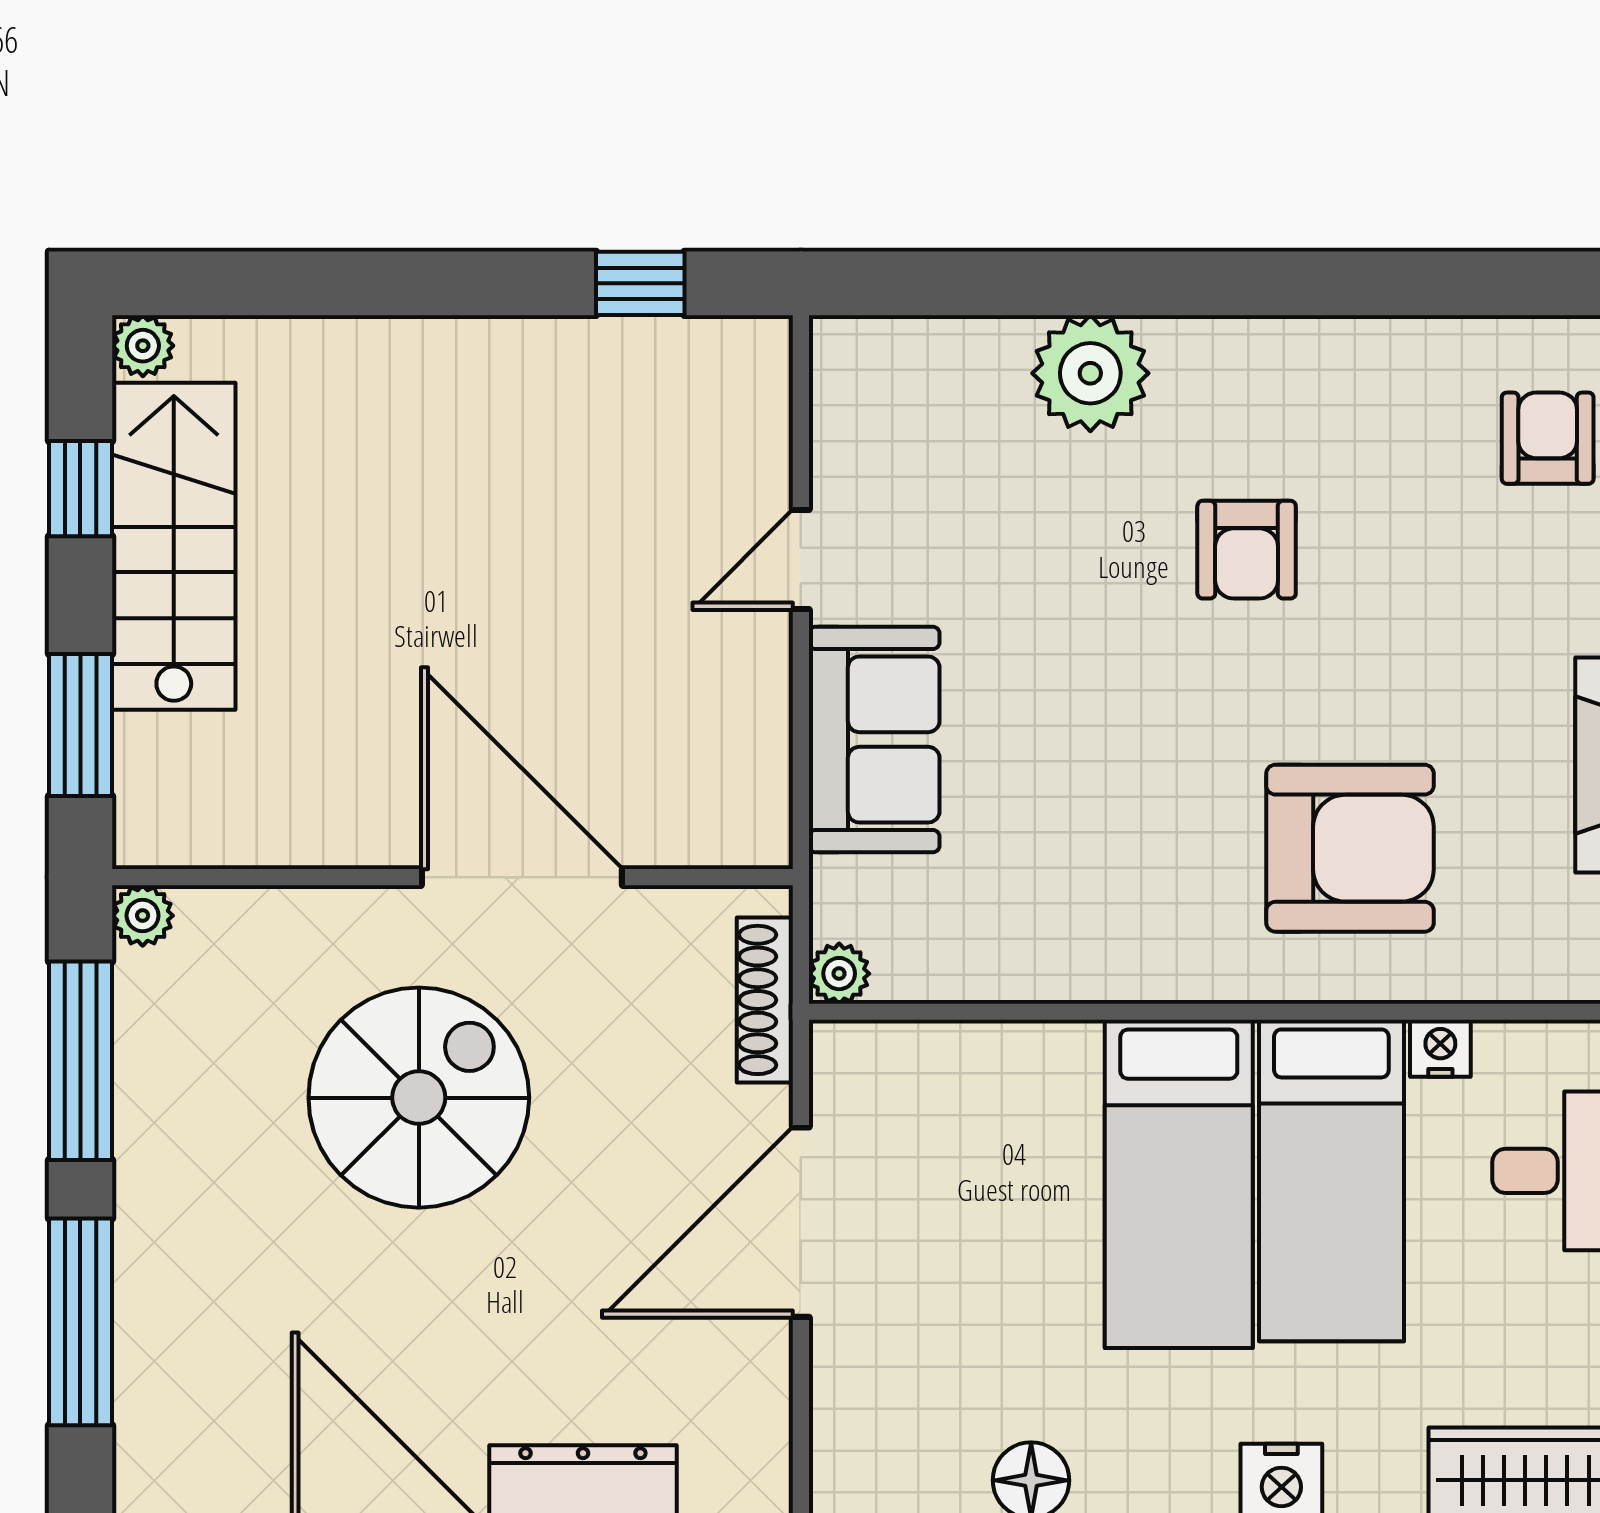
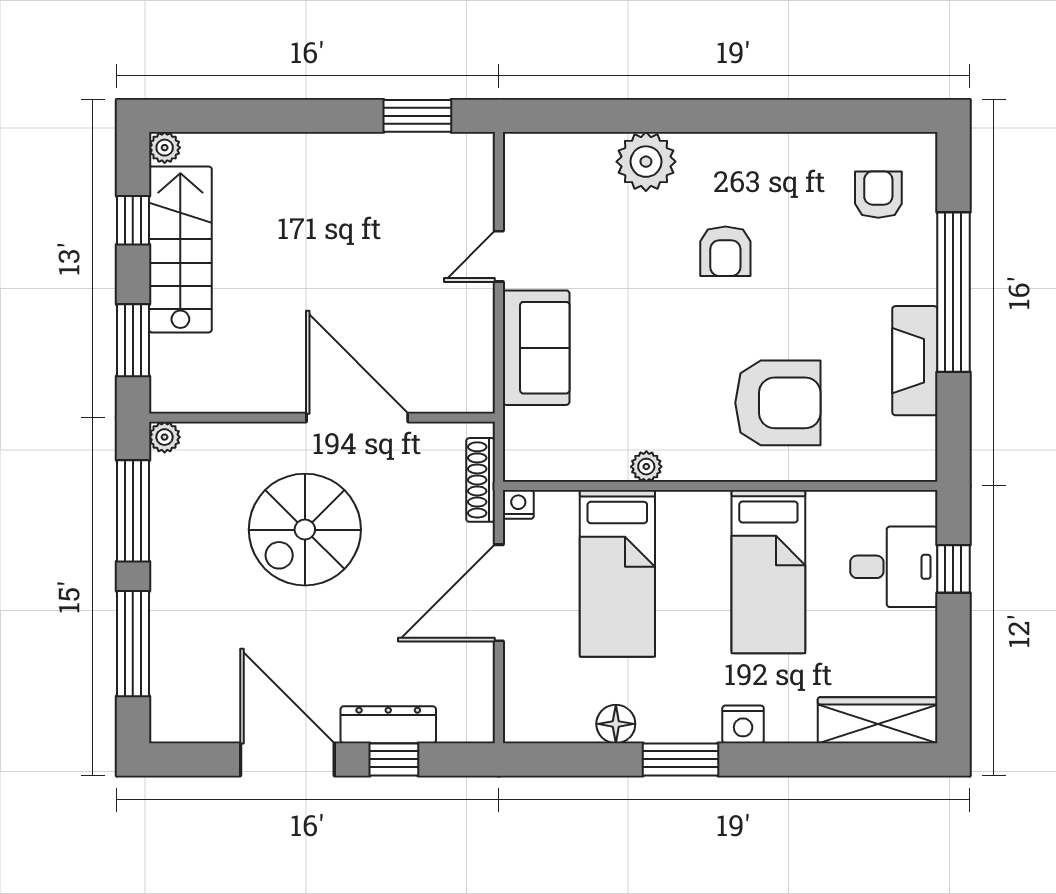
window: (640, 283) -> (417, 116), width x1.50
plant: (839, 974) -> (646, 467), moved
nightstand: (1440, 1048) -> (518, 504), moved
spiral stairs: (419, 1098) -> (305, 530), turned 180
bed: (1179, 1184) -> (617, 573), moved

